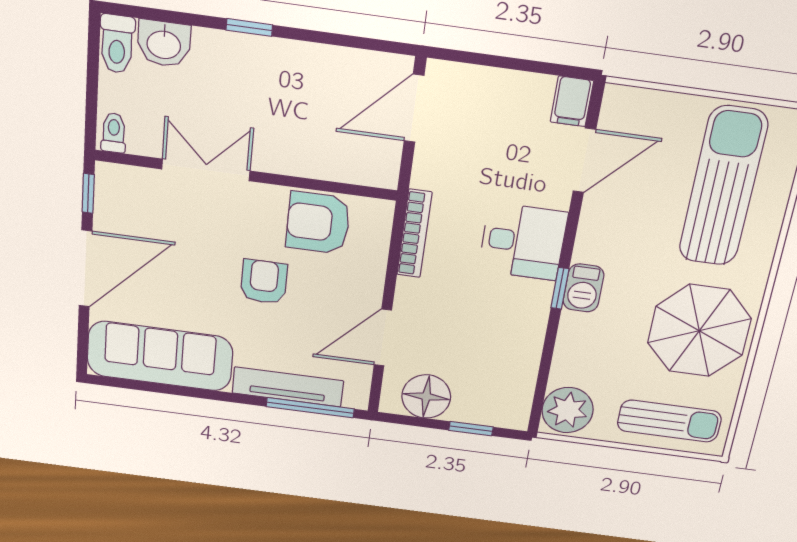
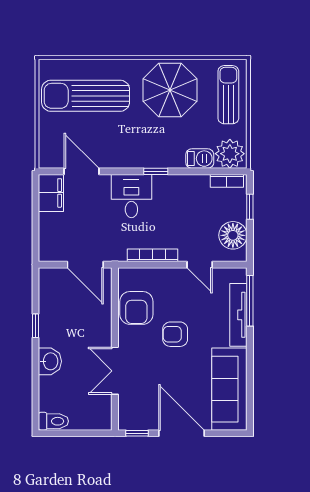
window: (249, 27) -> (36, 326), moved
washbasin: (164, 44) -> (50, 361), moved
filing cabinet: (572, 101) -> (51, 193), width x2.00
door: (414, 108) -> (85, 265), moved
toilet: (114, 133) -> (101, 421), removed
bookcase: (414, 234) -> (152, 255), moved
barbecue: (583, 288) -> (200, 159), moved
door: (383, 338) -> (200, 265), width x0.73
bookcase: (522, 399) -> (227, 181), added

